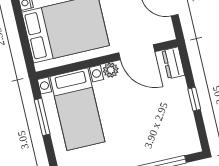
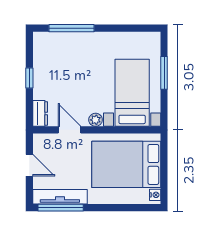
door: (137, 52) -> (69, 130), width x0.73
window: (42, 117) -> (164, 73), moved

